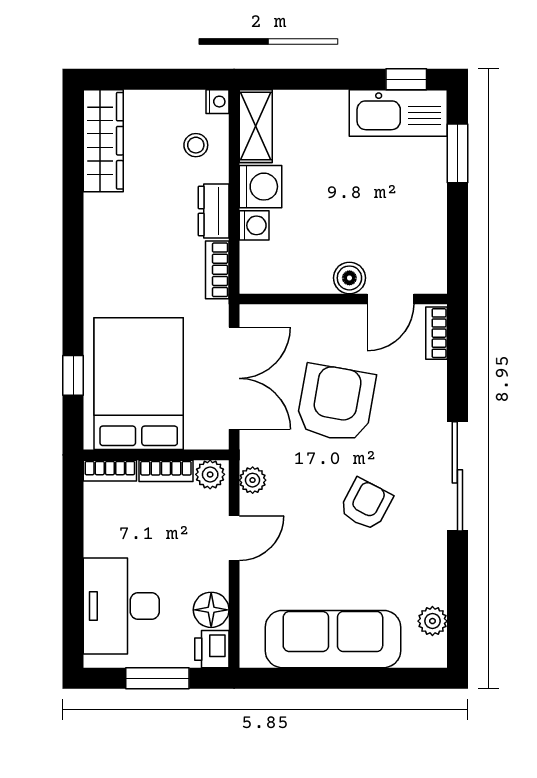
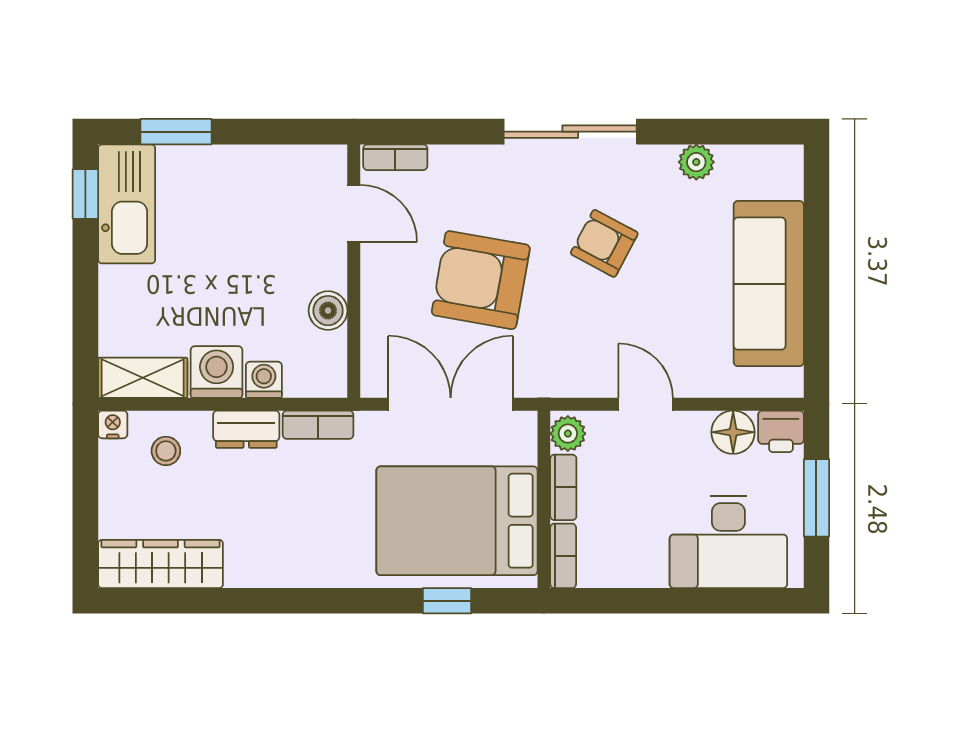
boiler: (349, 278) -> (328, 311), moved
plant: (253, 480) -> (575, 382), removed
plant: (432, 621) -> (696, 162), moved

